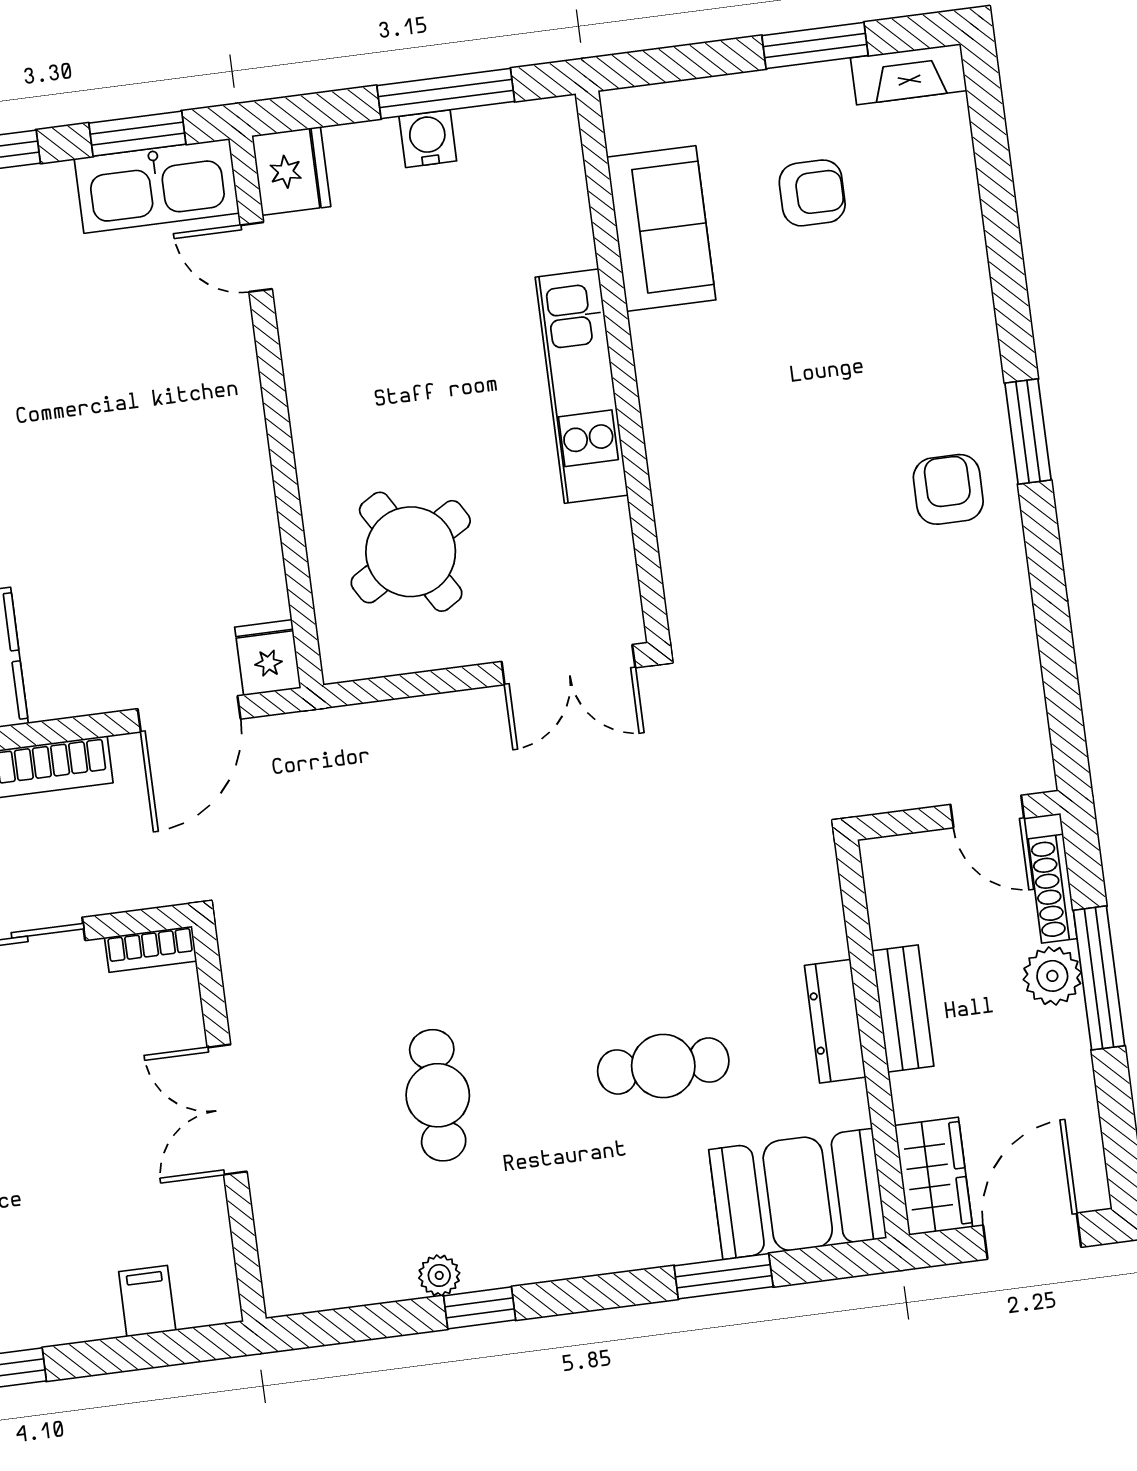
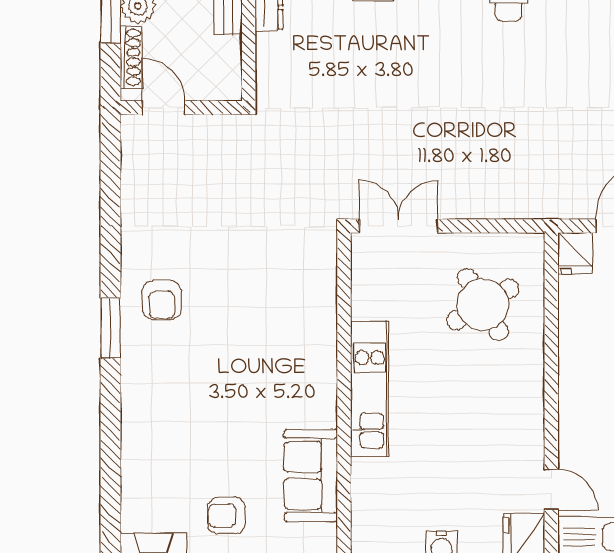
armchair: (812, 193) -> (226, 516), moved

